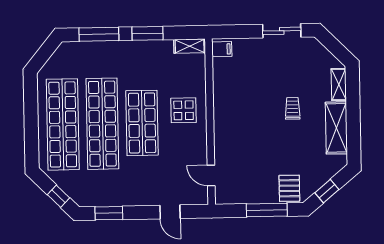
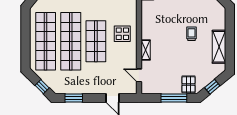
shelving: (339, 84) -> (146, 50), moved

